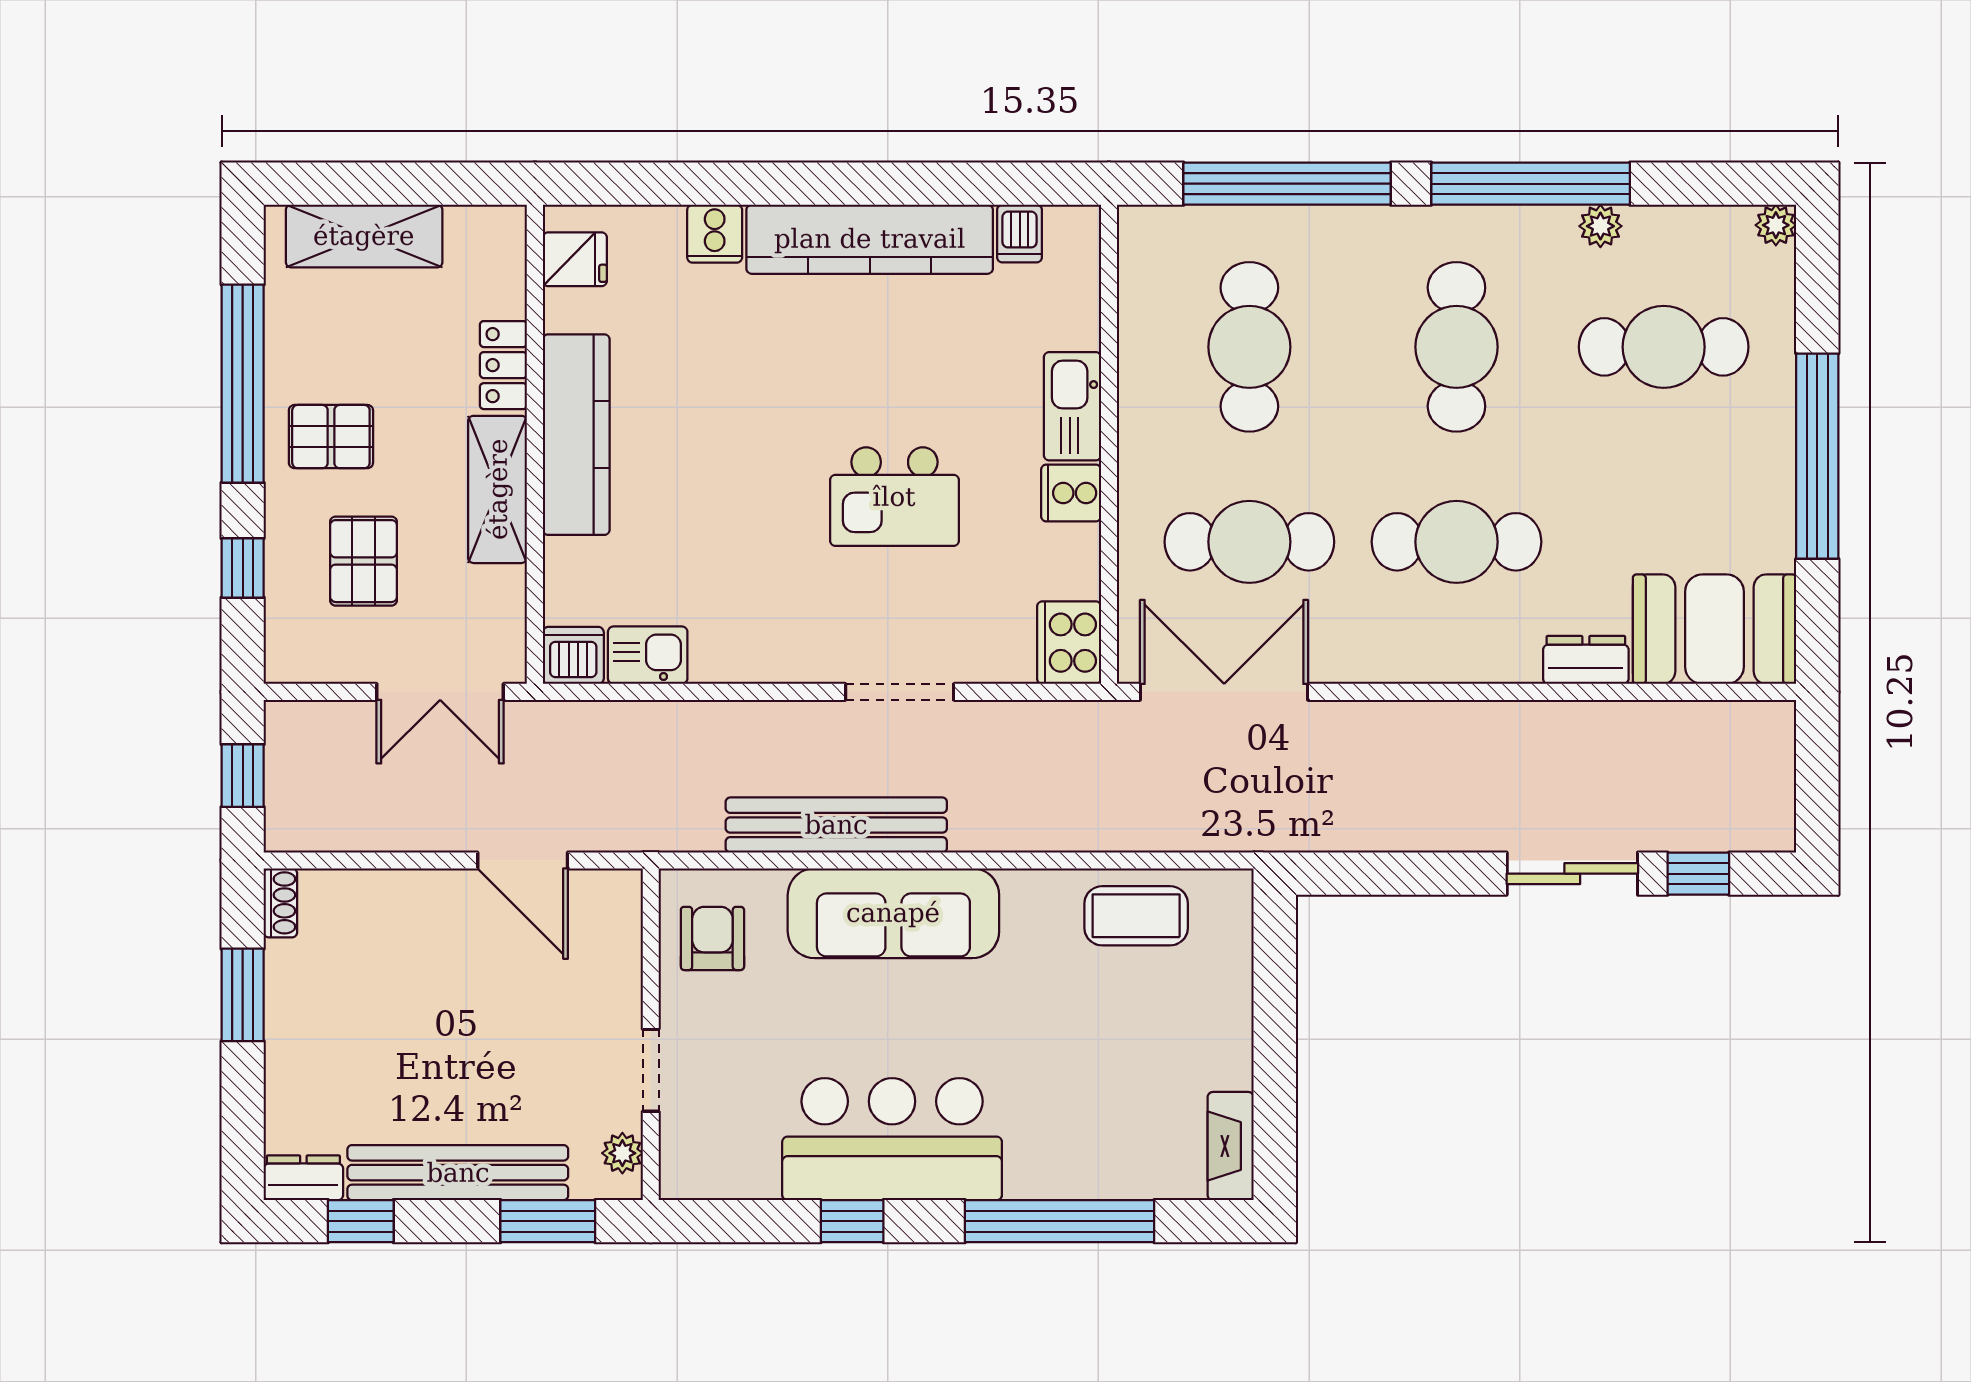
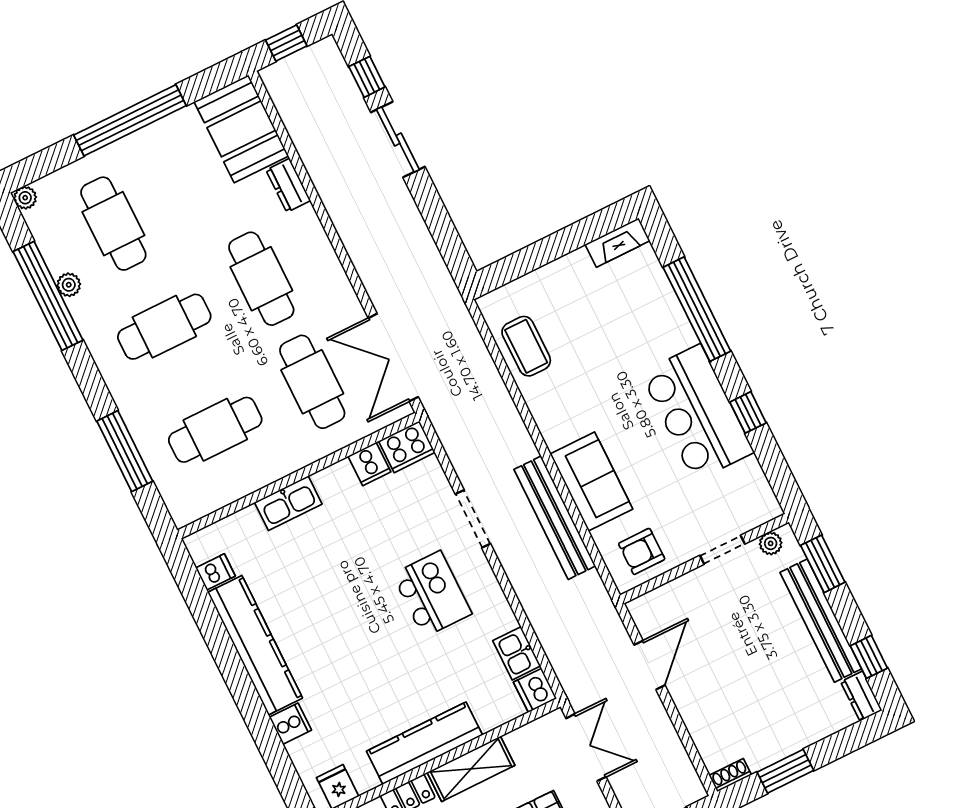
window: (1287, 184) -> (125, 451), width x0.68
window: (1531, 184) -> (48, 296), moved
cooker: (1071, 493) -> (369, 464), moved
kitchen island: (894, 497) -> (432, 594), moved
window: (1817, 770) -> (286, 43), added
sofa: (893, 913) -> (591, 482), width x0.73

